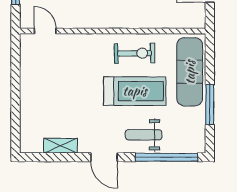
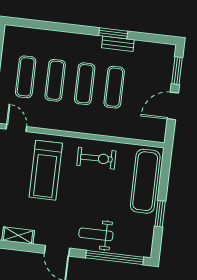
treadmill: (135, 91) -> (46, 170), moved, turned 90
window: (210, 105) -> (160, 214), width x0.69

